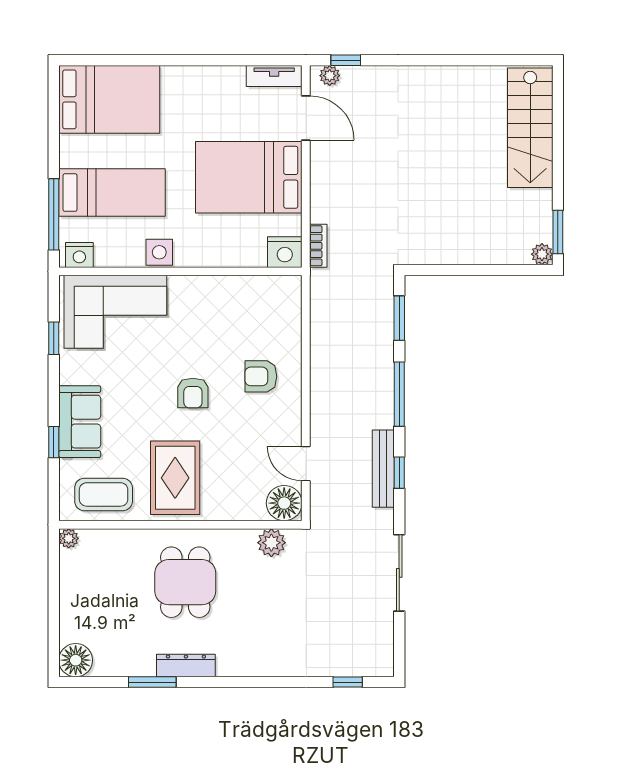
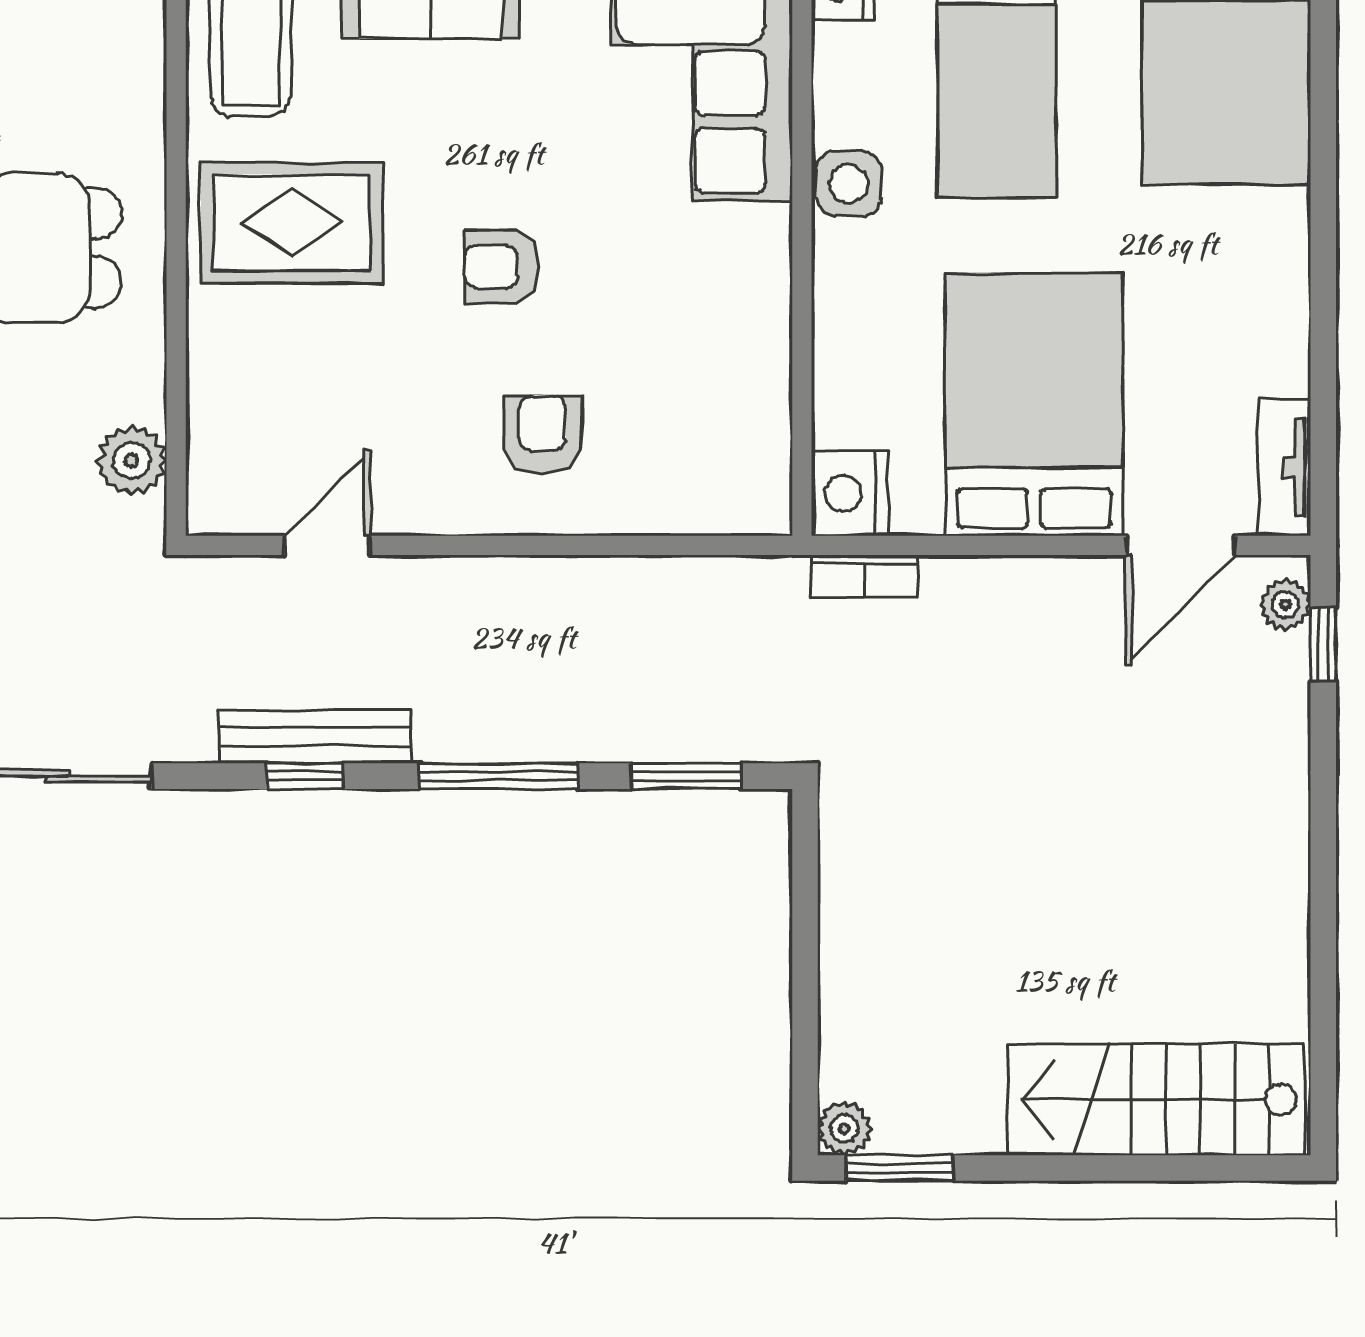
floor lamp: (284, 503) -> (229, 492), removed

